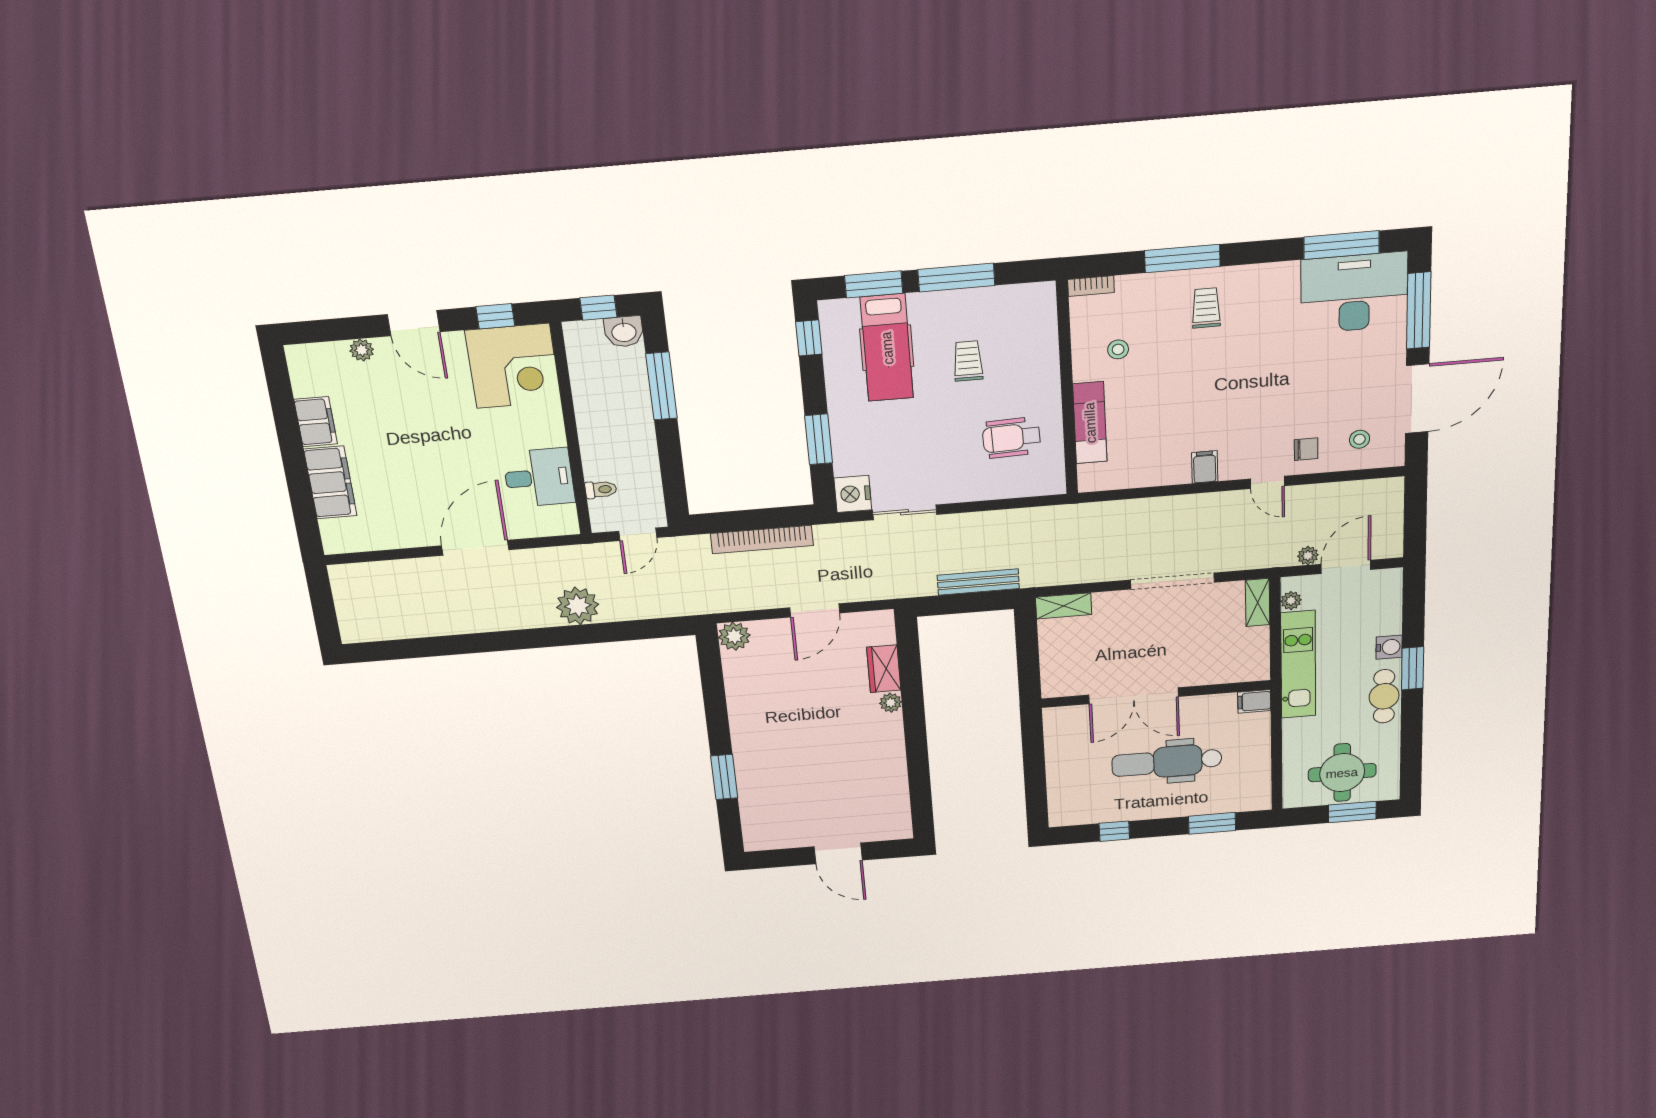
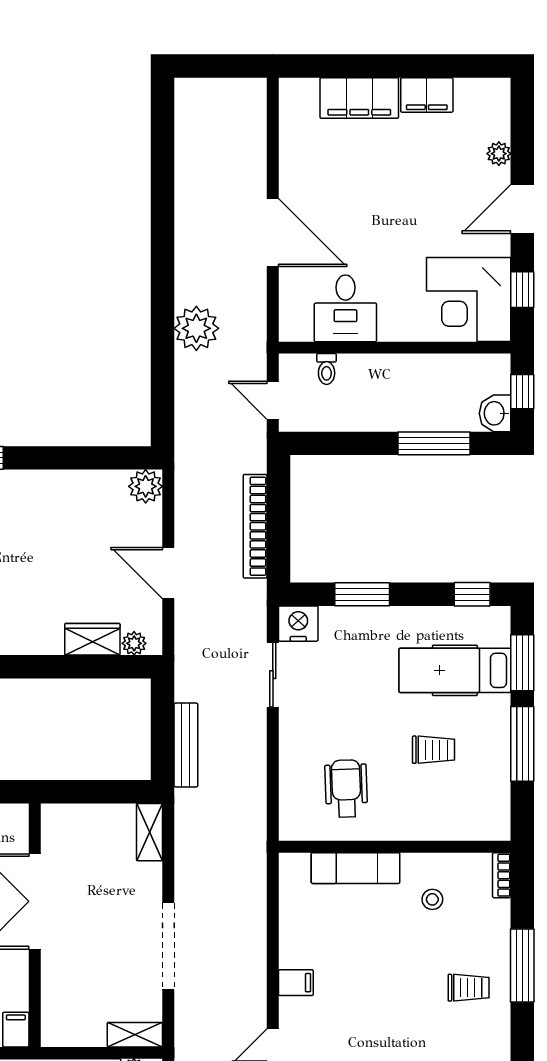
plant: (891, 703) -> (134, 643), moved

